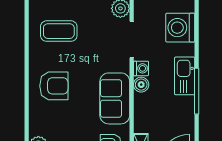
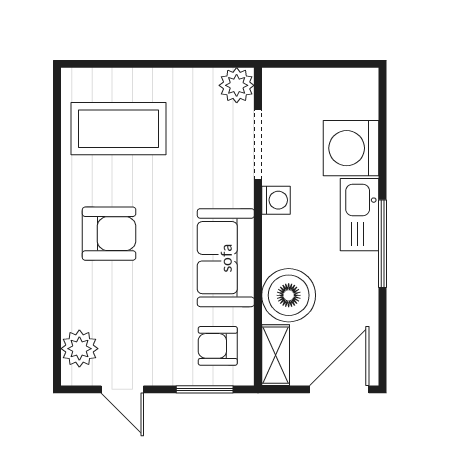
washing machine: (180, 28) -> (351, 148), moved
coffee table: (59, 31) -> (118, 129), width x1.36, depth x1.32
boiler: (141, 85) -> (289, 295), moved, width x1.86, depth x1.86

